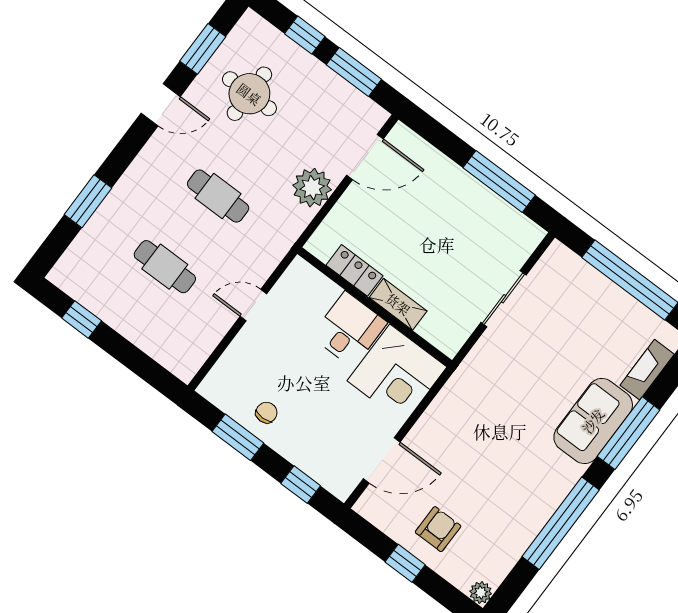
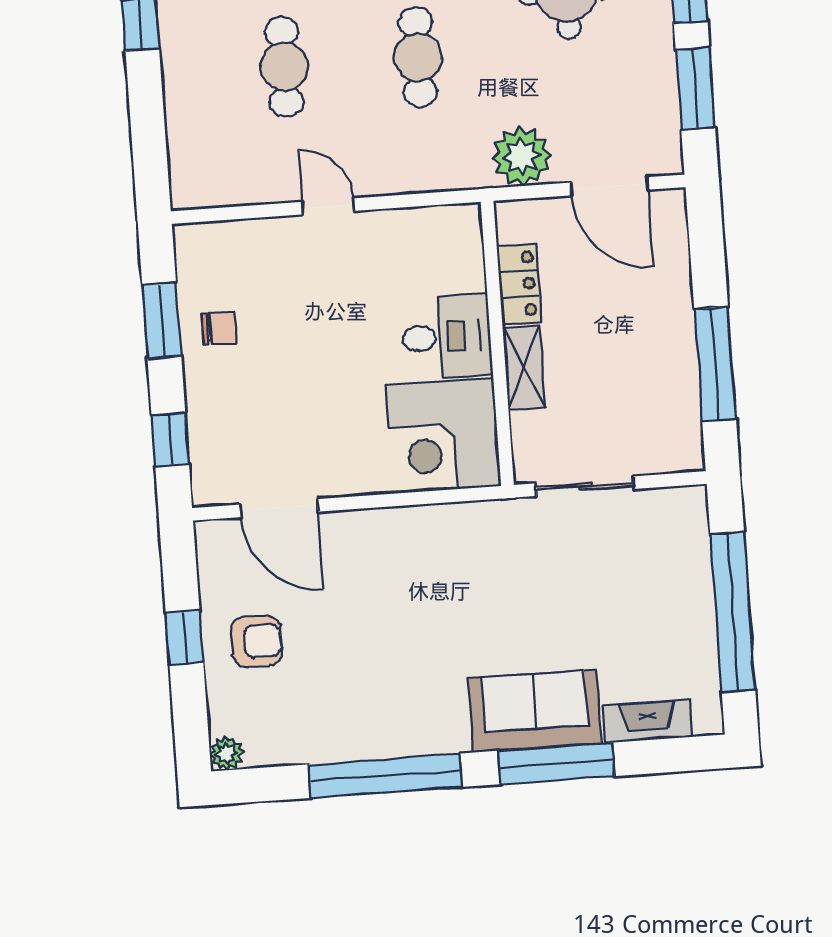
locker: (355, 270) -> (519, 284), moved
shelving: (398, 304) -> (524, 367), moved
wall: (375, 307) -> (497, 343), moved
desk: (349, 329) -> (446, 337), moved
corner desk: (397, 374) -> (443, 436), moved

